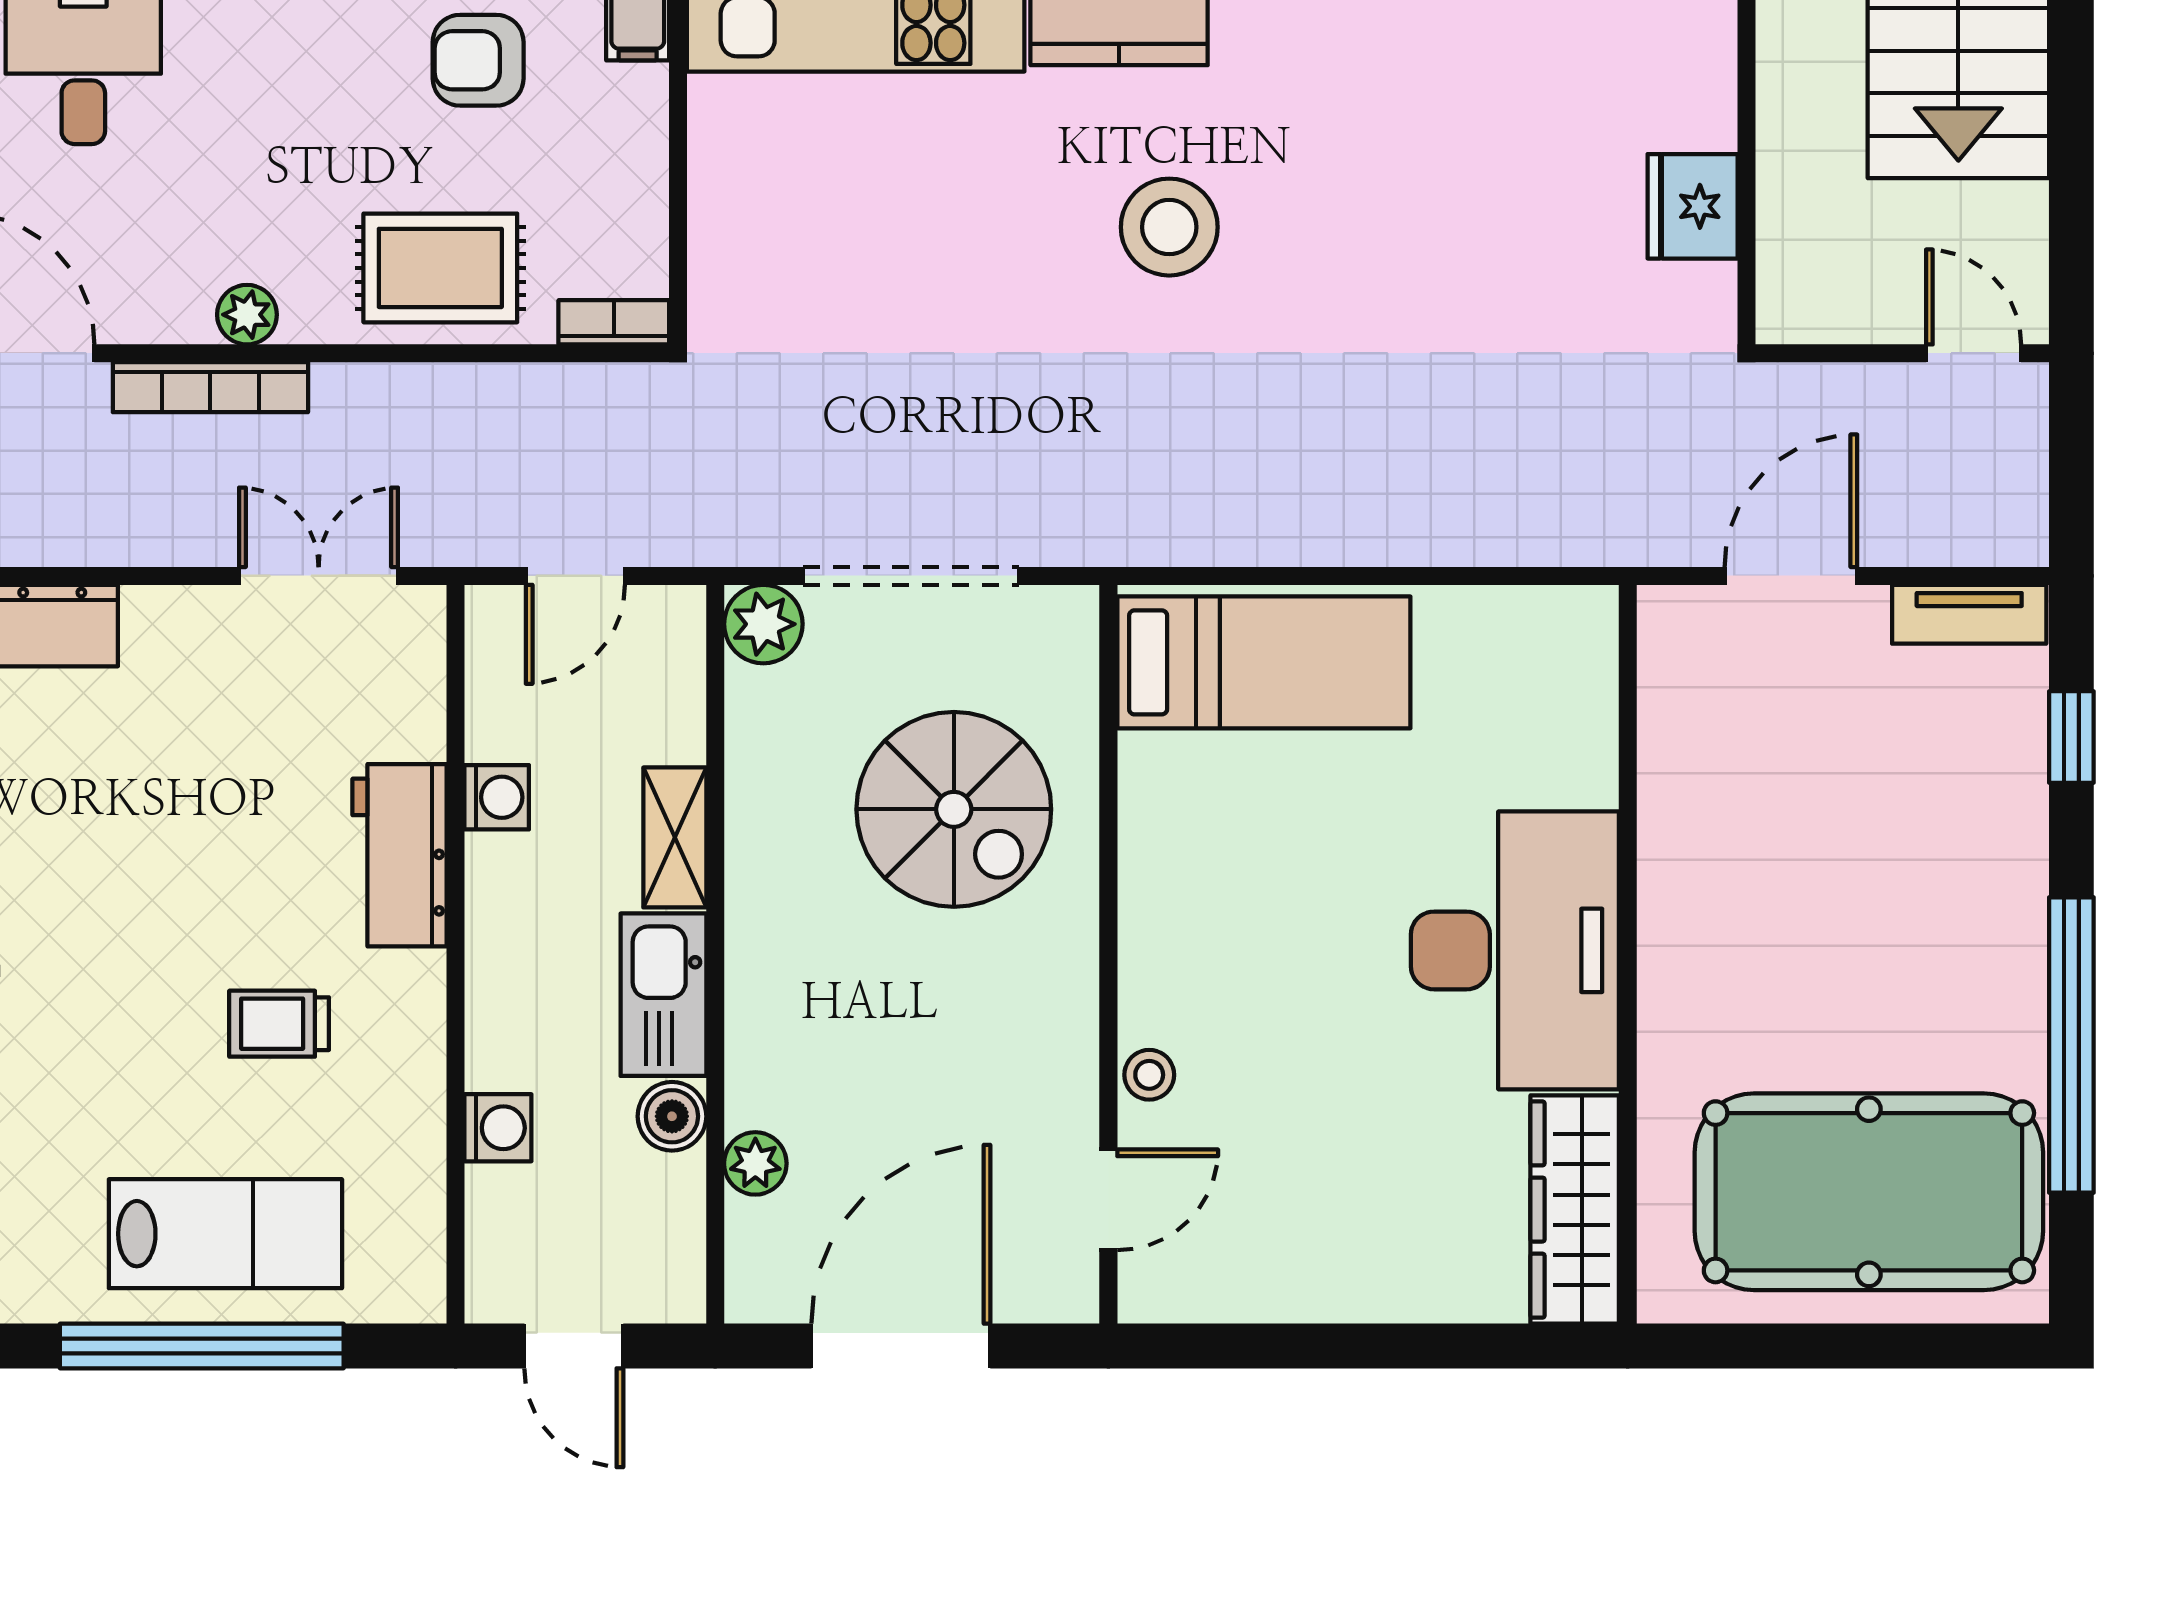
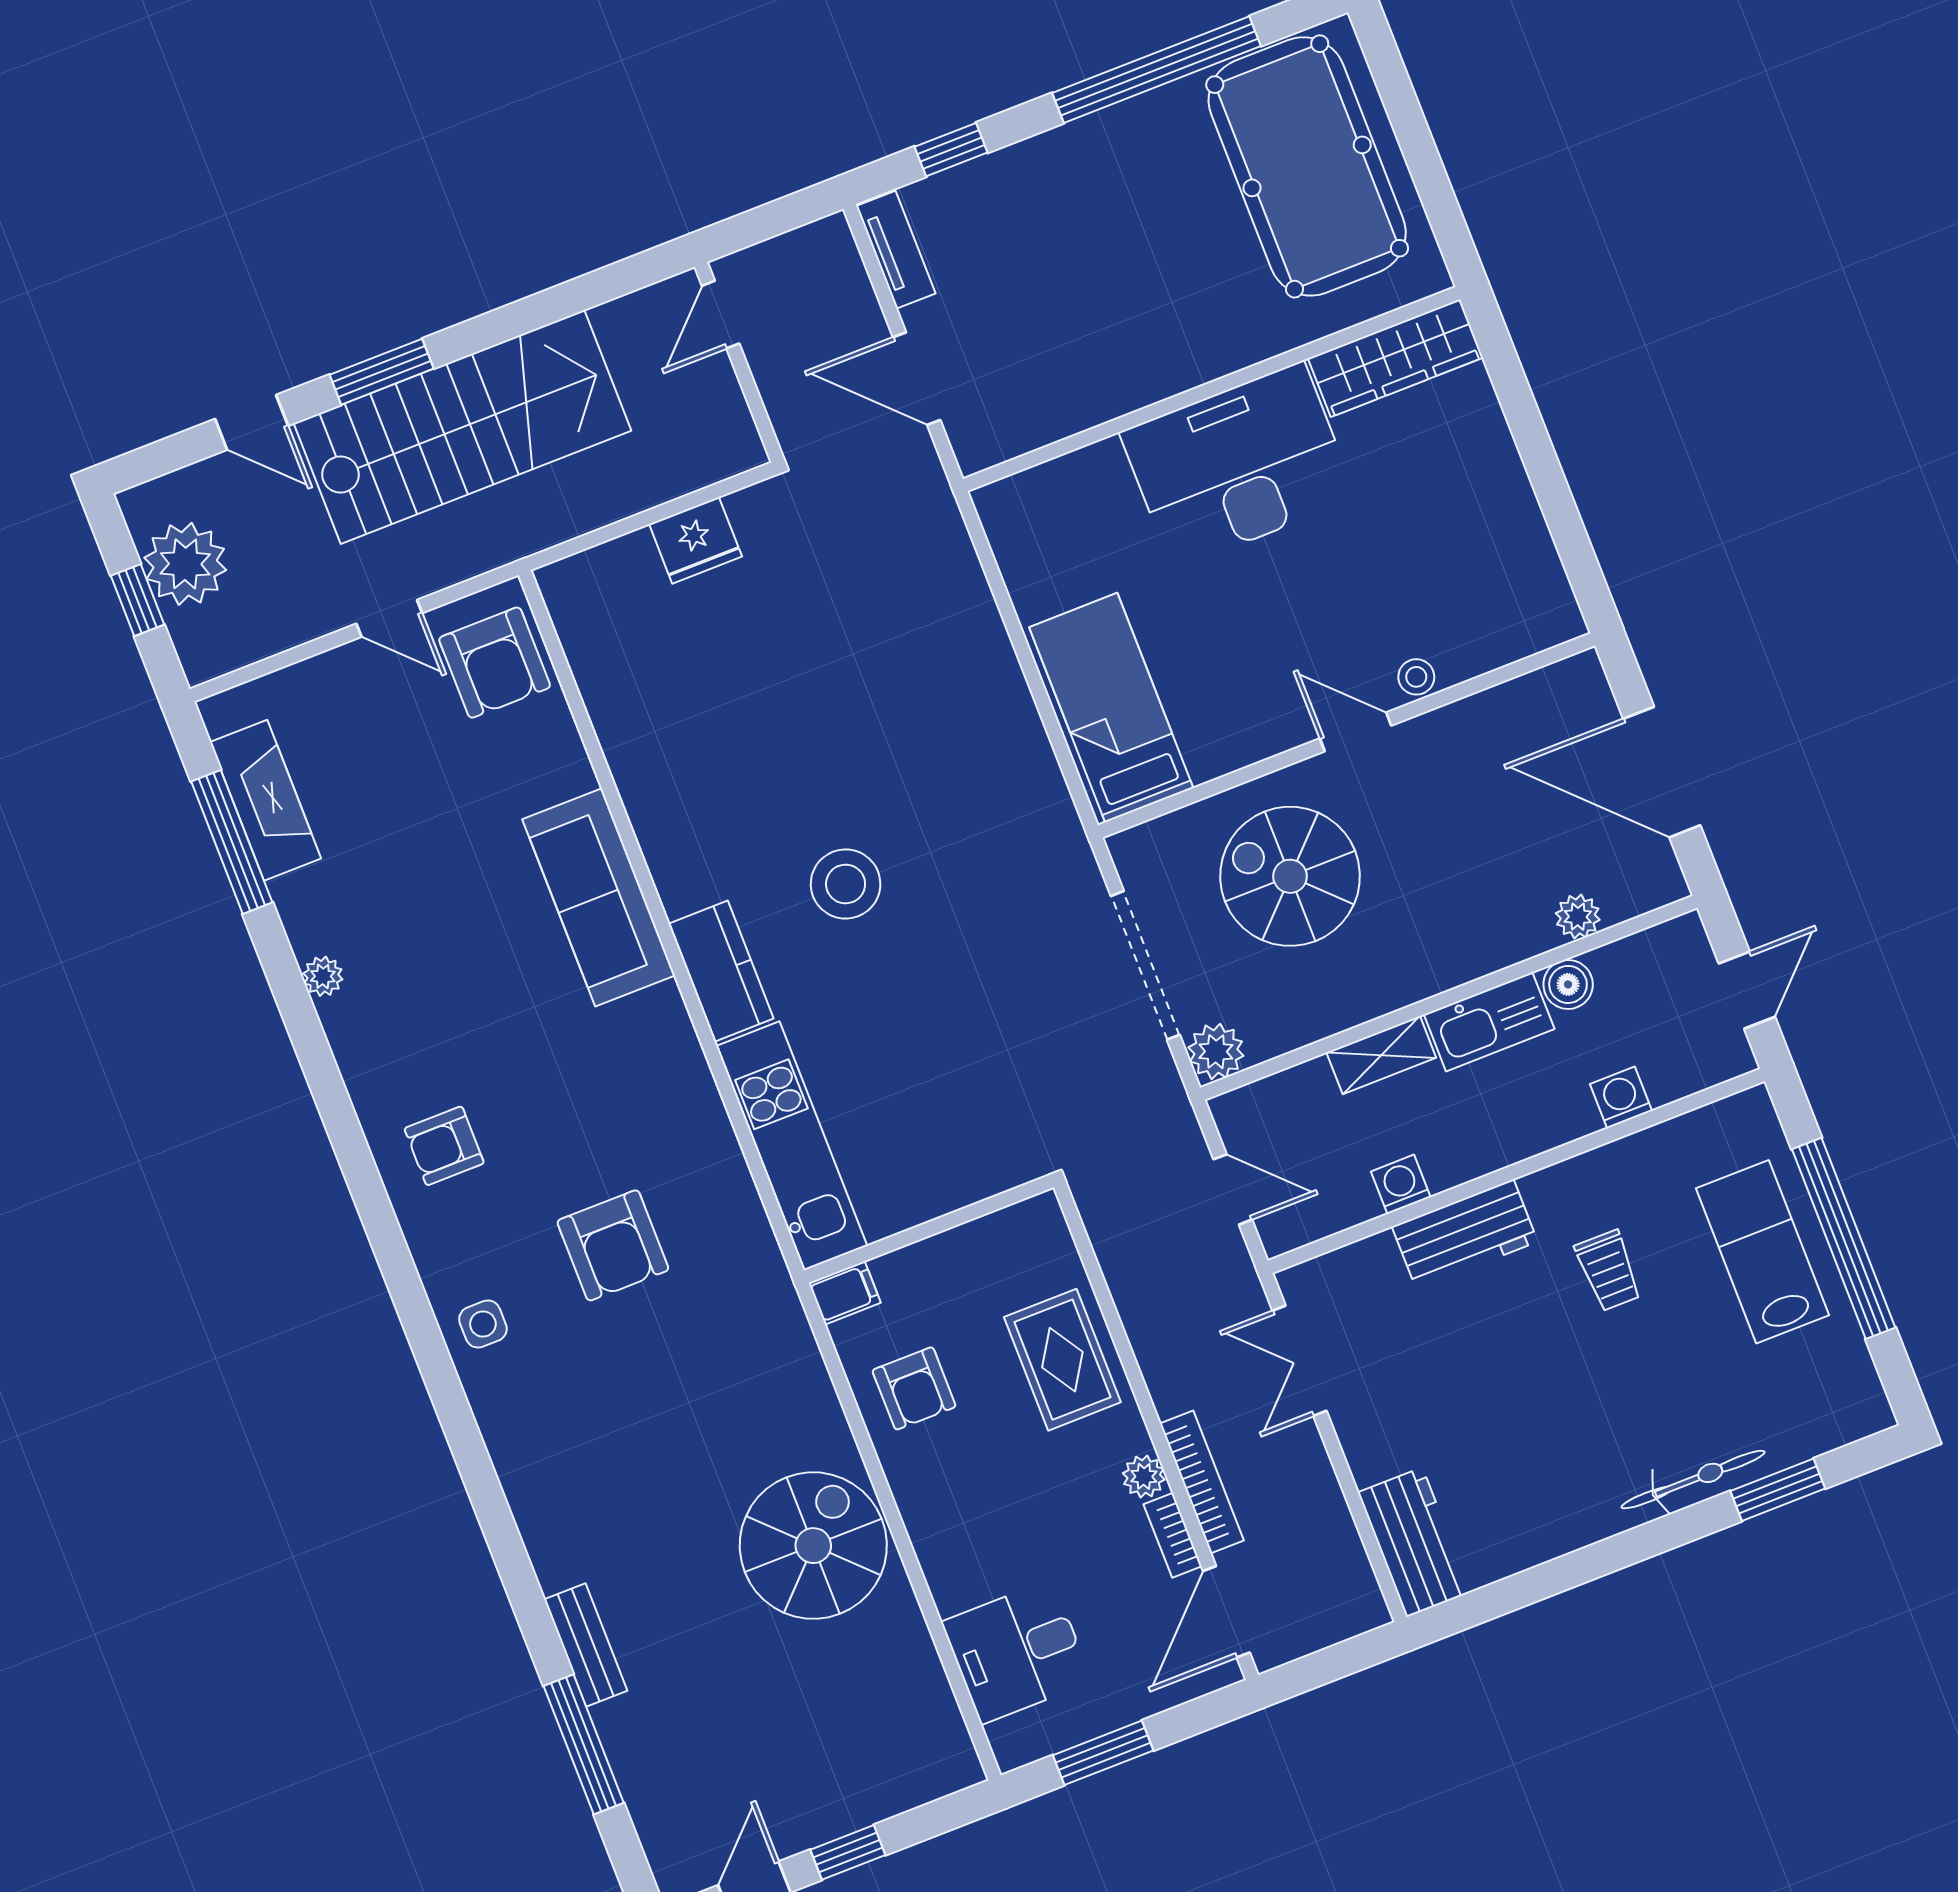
bookcase: (614, 322) -> (1173, 1535), moved
spiral stairs: (954, 809) -> (1290, 876), turned -90
door: (1108, 1200) -> (1356, 732), moved

